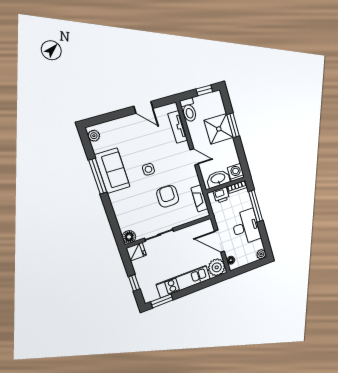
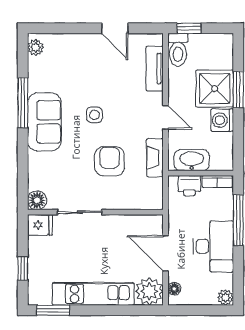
window: (204, 90) -> (189, 28), moved
sofa: (112, 171) -> (44, 122), moved
washing machine: (236, 172) -> (222, 120), moved, turned -90
fireplace: (200, 198) -> (155, 158), moved

